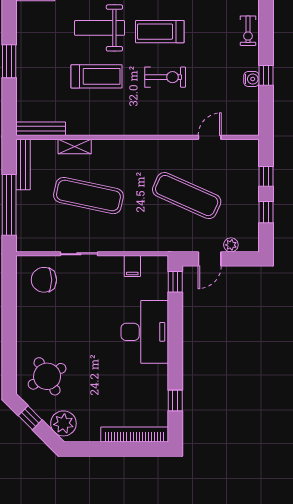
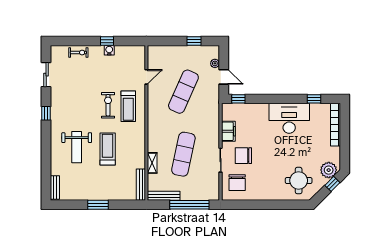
treadmill: (160, 32) -> (128, 106), moved
door: (210, 137) -> (146, 77), swing flipped
window: (266, 176) -> (171, 41), removed
filing cabinet: (132, 266) -> (228, 131), width x2.00
chair: (86, 290) -> (243, 156), added
desk: (145, 332) -> (289, 118), moved
round table: (47, 376) -> (299, 181), turned 30
window: (30, 418) -> (332, 184), moved

